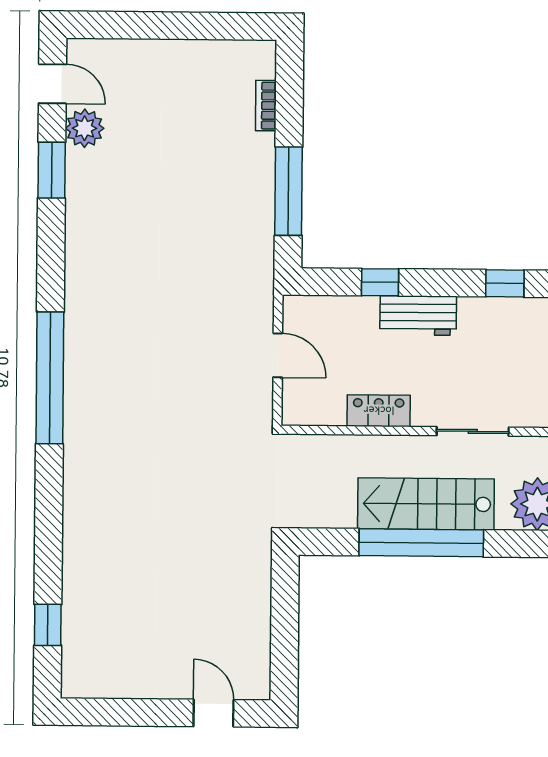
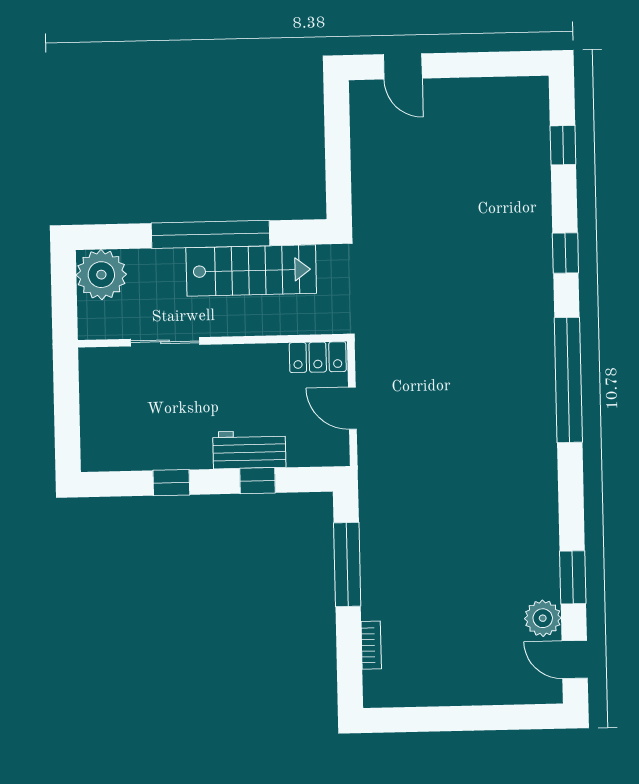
window: (505, 283) -> (171, 483), moved
workbench: (418, 315) -> (249, 450), moved
locker: (379, 411) -> (318, 357), moved
stairs: (426, 504) -> (251, 270), moved
window: (49, 512) -> (565, 253), added

